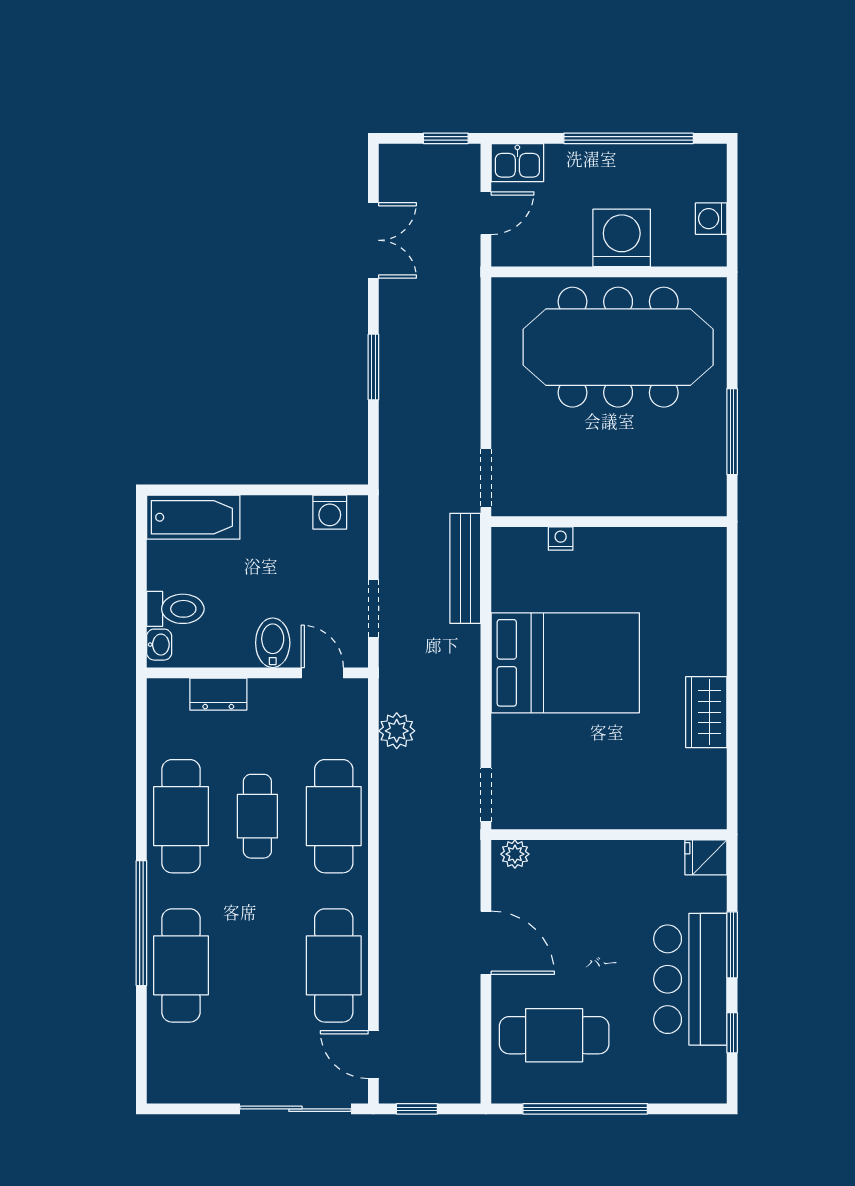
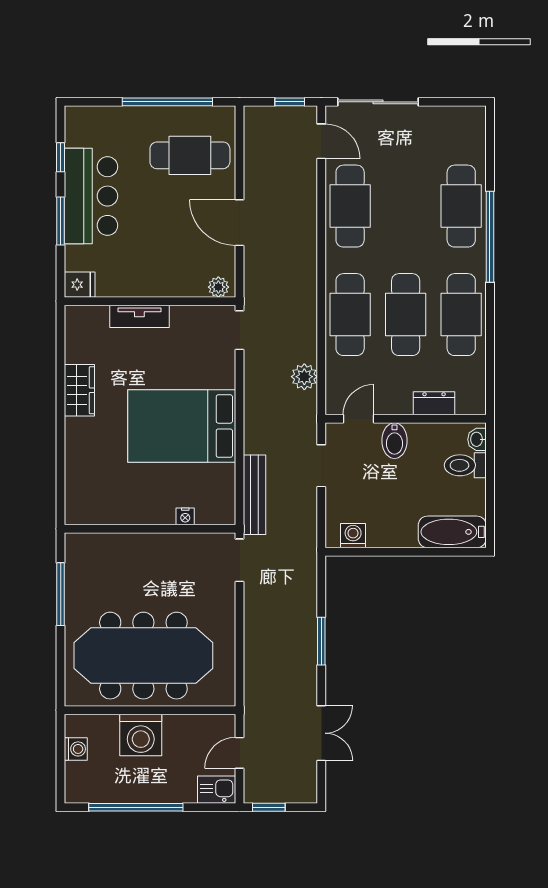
double door: (373, 240) -> (321, 733), swing flipped
door: (322, 673) -> (358, 419), swing flipped
tv unit: (623, 814) -> (139, 316), added
cafe table: (257, 816) -> (406, 315), width x1.37, depth x1.35

